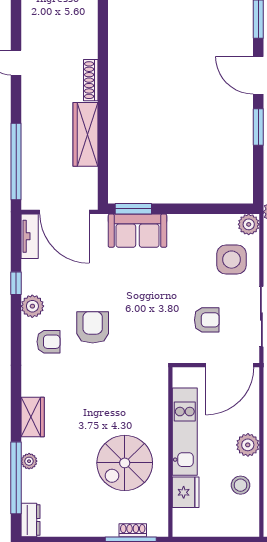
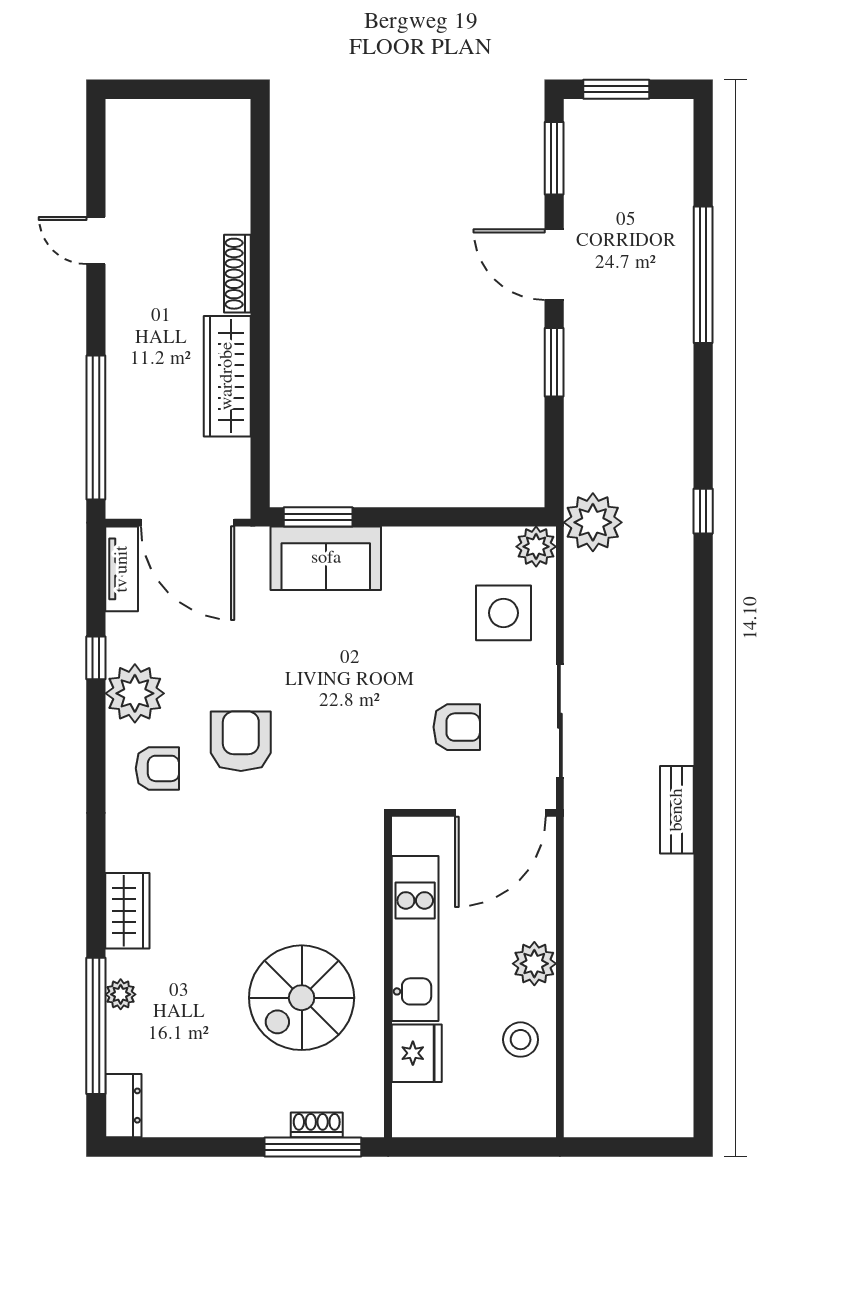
plant: (32, 306) -> (135, 693), width x1.36, depth x1.36

